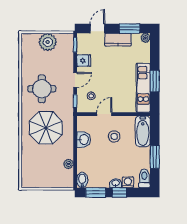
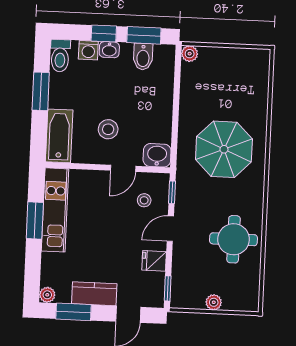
plant: (48, 42) -> (214, 302), width x0.53, depth x0.53
round table: (42, 89) -> (234, 239), moved
washbasin: (84, 140) -> (157, 155), moved, turned 90
plant: (68, 164) -> (190, 54), moved
bidet: (82, 180) -> (143, 57), moved

